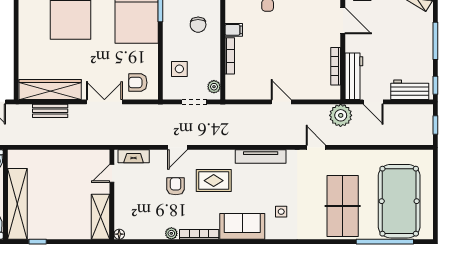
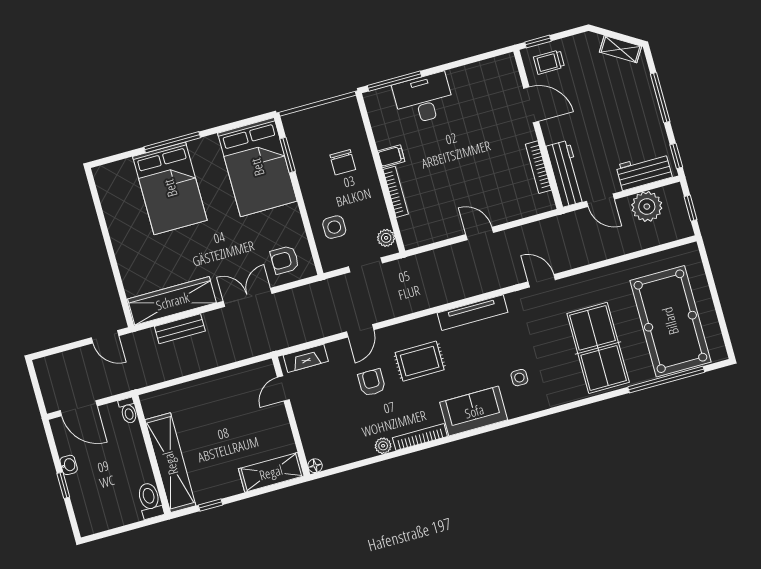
plant: (341, 115) -> (647, 207), moved
shelving: (101, 217) -> (271, 472), moved, turned 90

